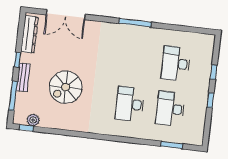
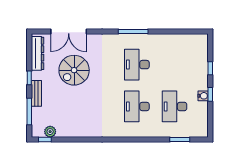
desk: (176, 64) -> (137, 65), moved
spiral stairs: (66, 87) -> (74, 70), moved
water cooler: (202, 101) -> (203, 96), added

